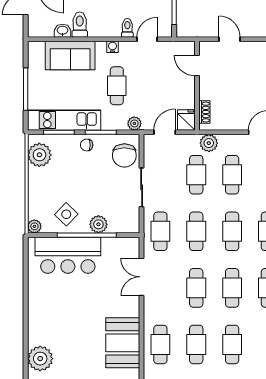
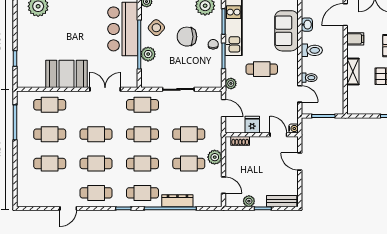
toilet: (80, 25) -> (312, 50), moved
door: (230, 39) -> (300, 161), swing flipped
water cooler: (113, 47) -> (294, 129), moved
door: (197, 66) -> (278, 135), hinge flipped
fridge: (186, 120) -> (252, 125), moved, turned -90
plant: (209, 143) -> (215, 157), moved
chair: (124, 155) -> (187, 37), moved
booth: (123, 343) -> (66, 74), moved

